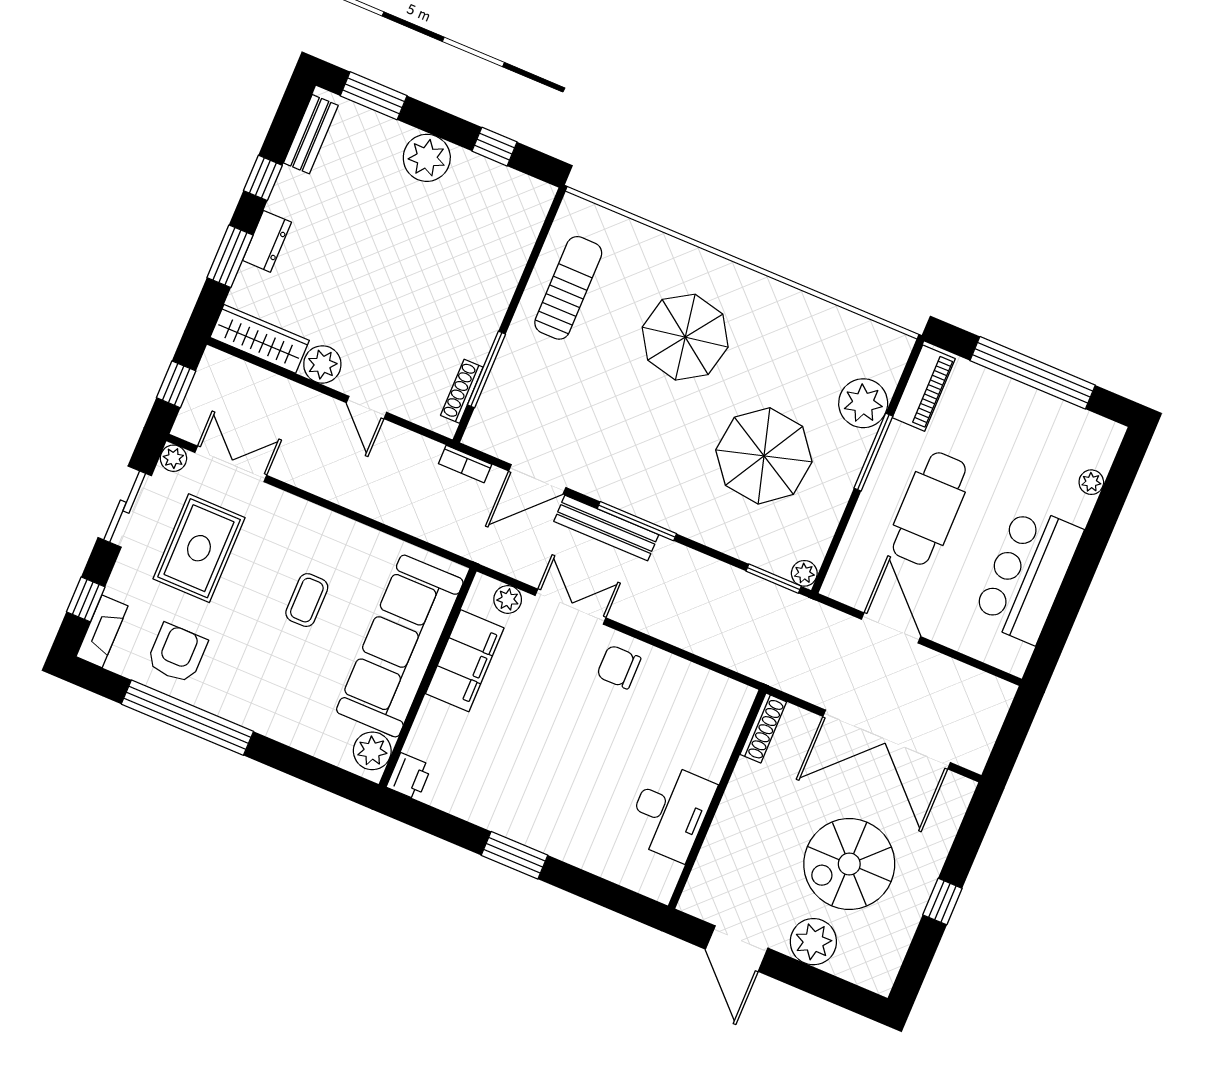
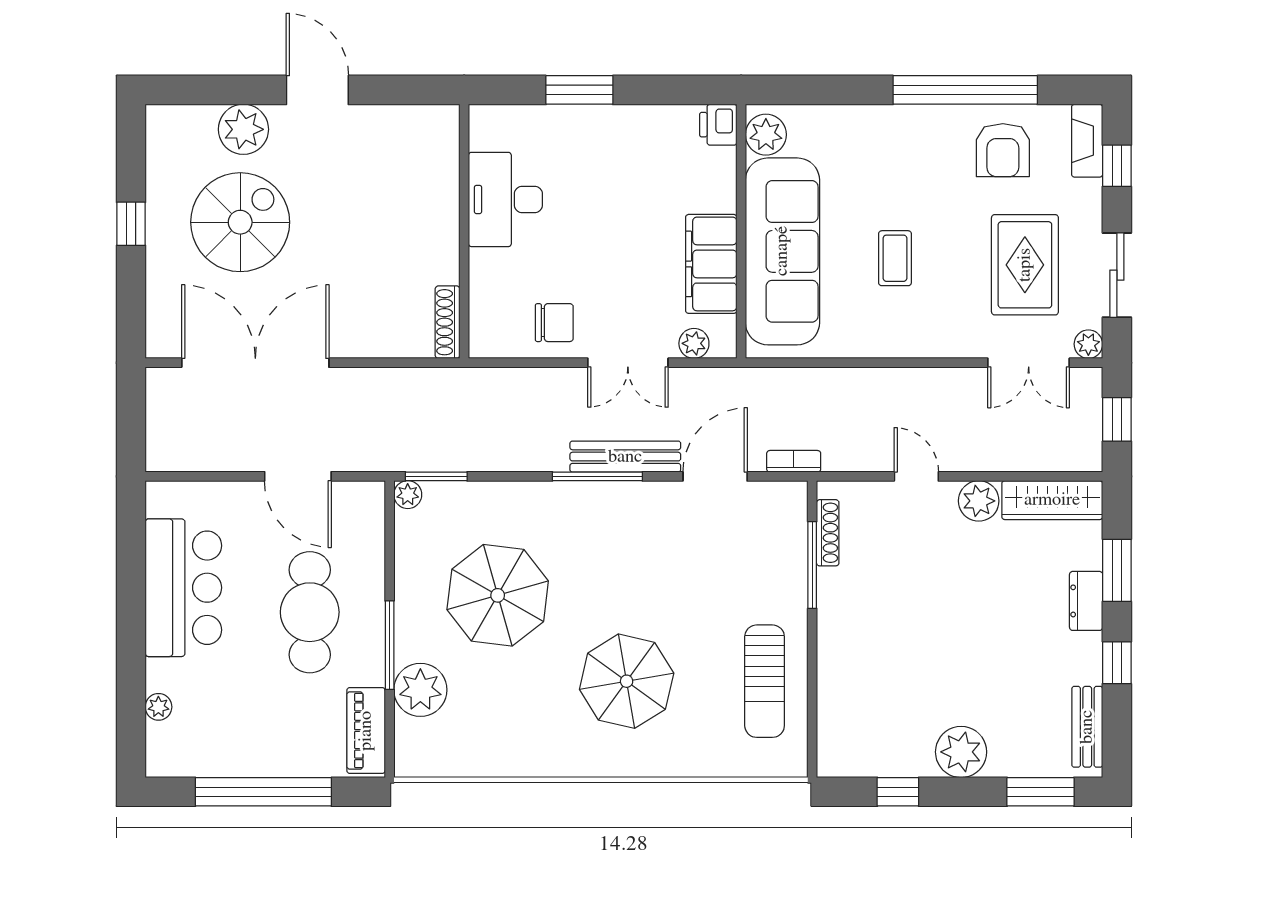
shoe rack: (763, 728) -> (448, 322), moved
wall: (717, 799) -> (464, 231), moved
desk: (670, 812) -> (505, 199), moved

